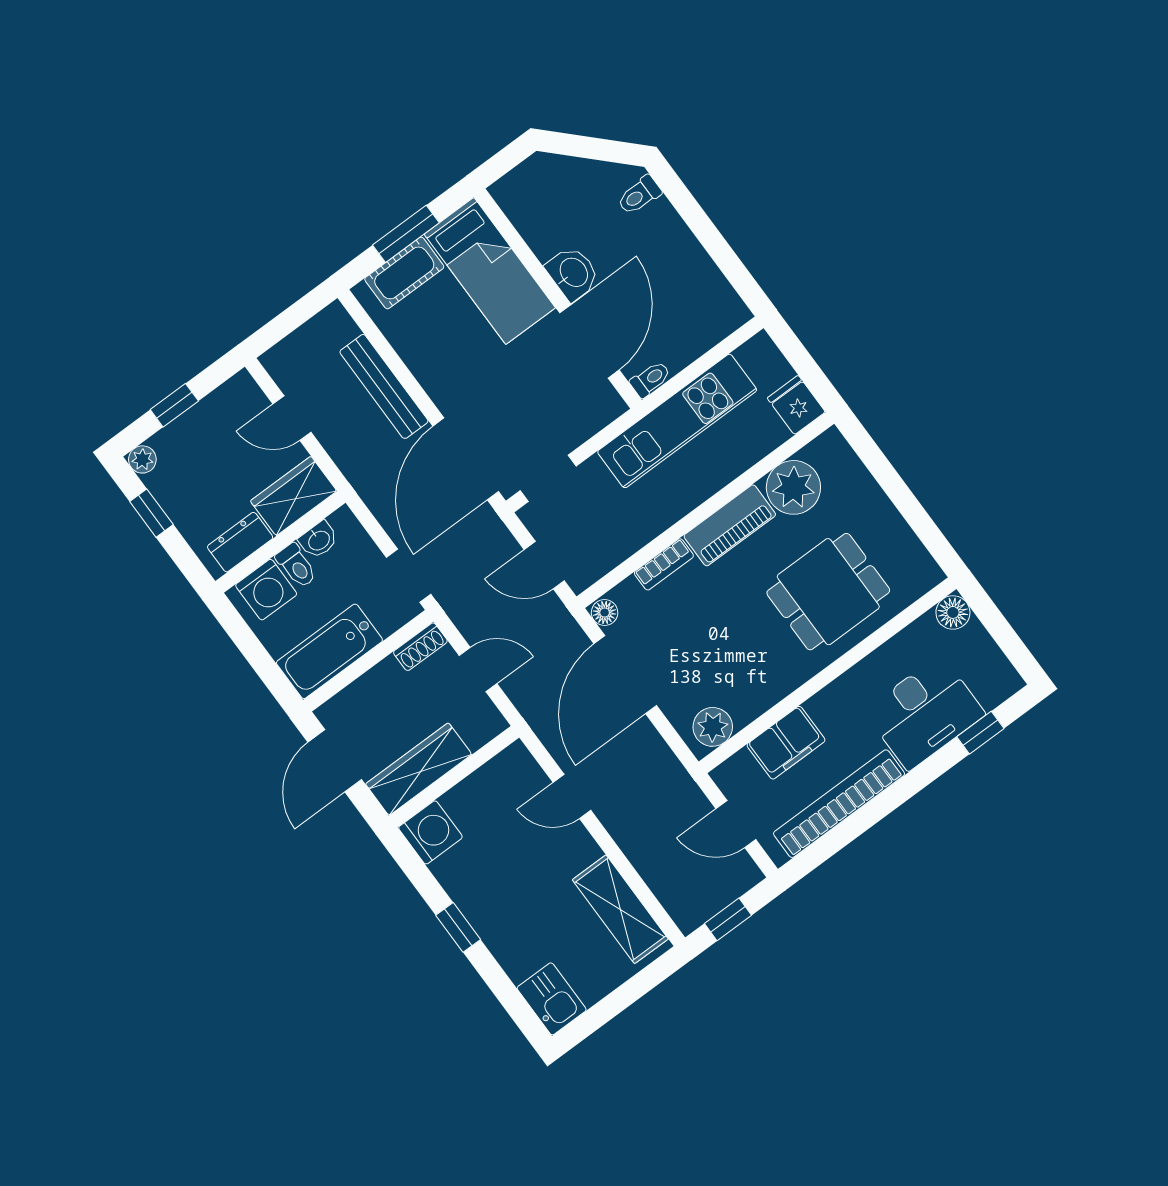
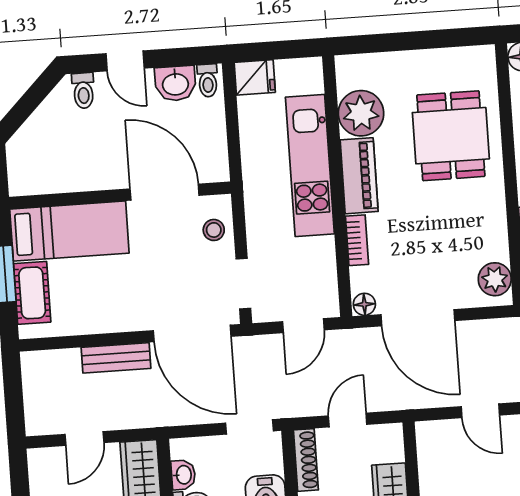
door: (696, 218) -> (125, 61), added
washbasin: (573, 273) -> (175, 83), moved, turned 180
toilet: (650, 379) -> (208, 80), moved, turned 180
bench: (384, 386) -> (116, 358), width x0.73
fridge: (796, 405) -> (255, 77), moved, turned 180
stool: (583, 414) -> (214, 230), added
kitchen unit: (677, 421) -> (310, 165), moved, turned 180
shoe rack: (420, 647) -> (306, 460), width x1.43
door: (572, 796) -> (480, 411), hinge flipped

